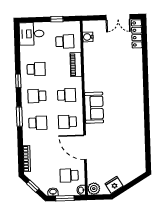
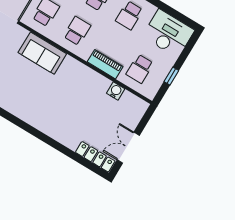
desk: (32, 34) -> (168, 33), width x1.37
water cooler: (88, 37) -> (116, 91), moved
school desk: (67, 95) -> (77, 31), turned 180

